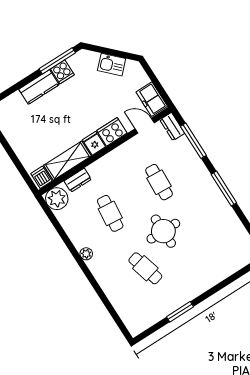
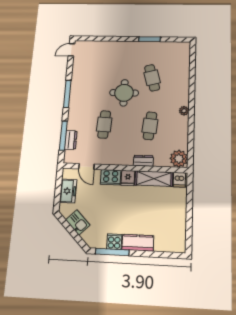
freezer: (152, 99) -> (68, 191), moved
dresser: (172, 127) -> (71, 140), moved
dresser: (78, 180) -> (143, 161), moved

